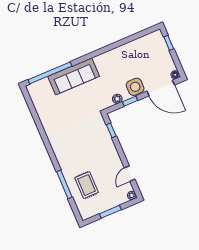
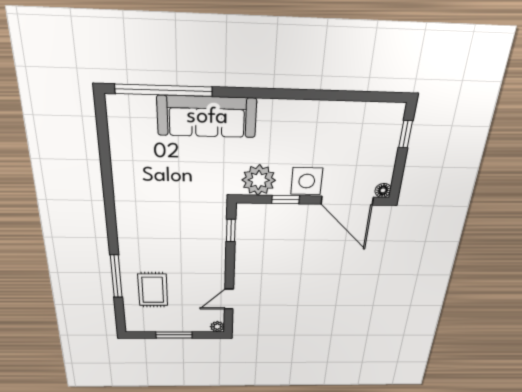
plant: (117, 99) -> (259, 180), width x1.87, depth x1.87

